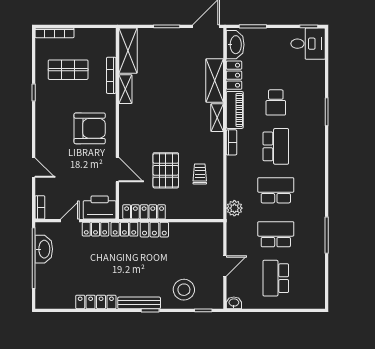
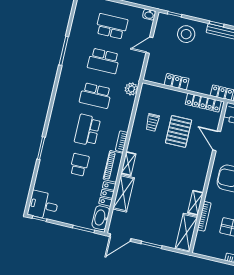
locker: (154, 230) -> (177, 82), moved
school desk: (276, 278) -> (112, 26), turned -90

